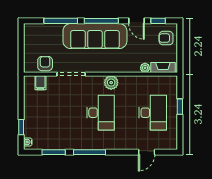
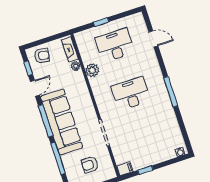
armchair: (166, 38) -> (42, 56), turned -80
armchair: (45, 64) -> (90, 165), moved
filing cabinet: (40, 83) -> (125, 169), moved
plant: (111, 83) -> (92, 70), moved
window: (21, 127) -> (145, 170), moved
window: (54, 152) -> (182, 125), removed

